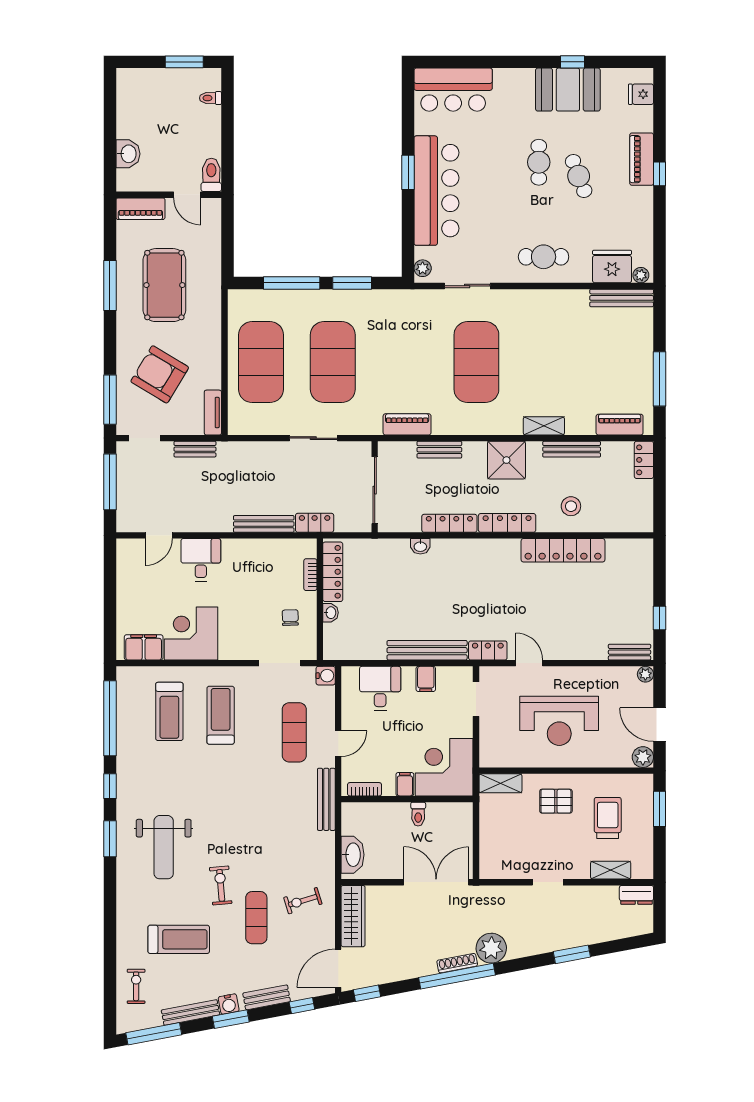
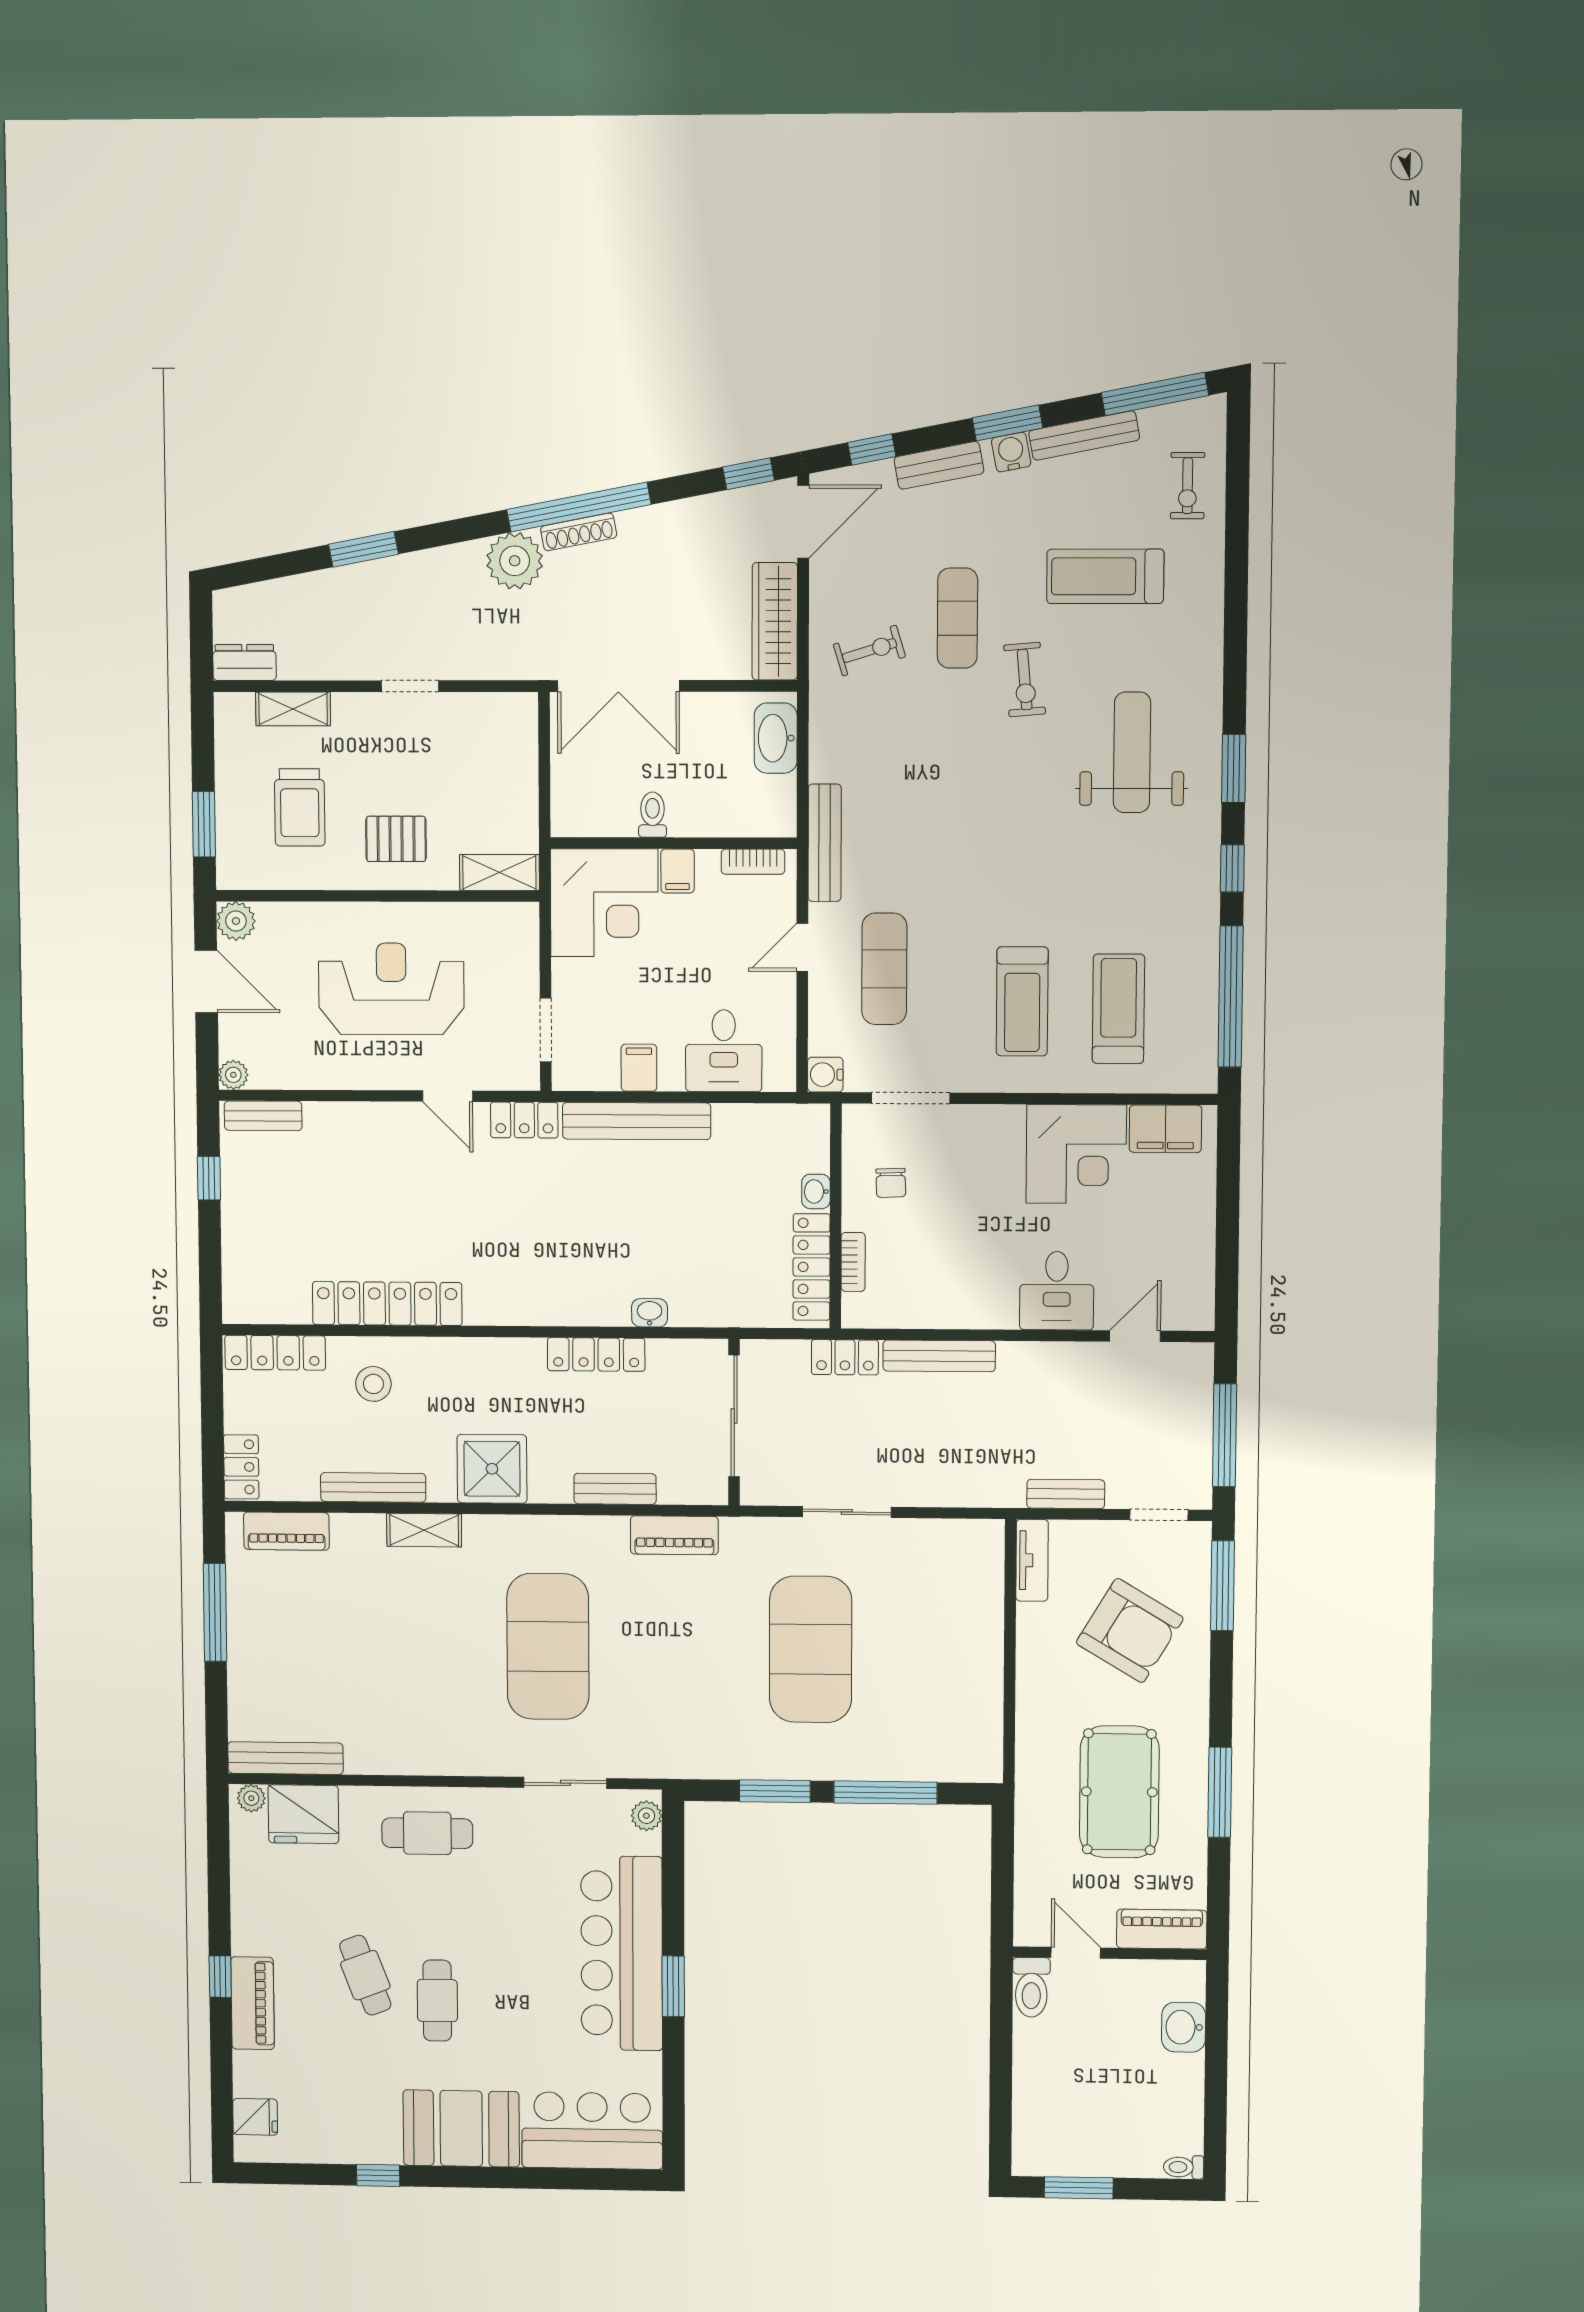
booth: (568, 90) -> (461, 2128), moved
toilet: (211, 98) -> (1184, 2167), moved, turned 180
exercise mat: (261, 362) -> (943, 1651), removed
locker: (507, 523) -> (275, 1353), moved

